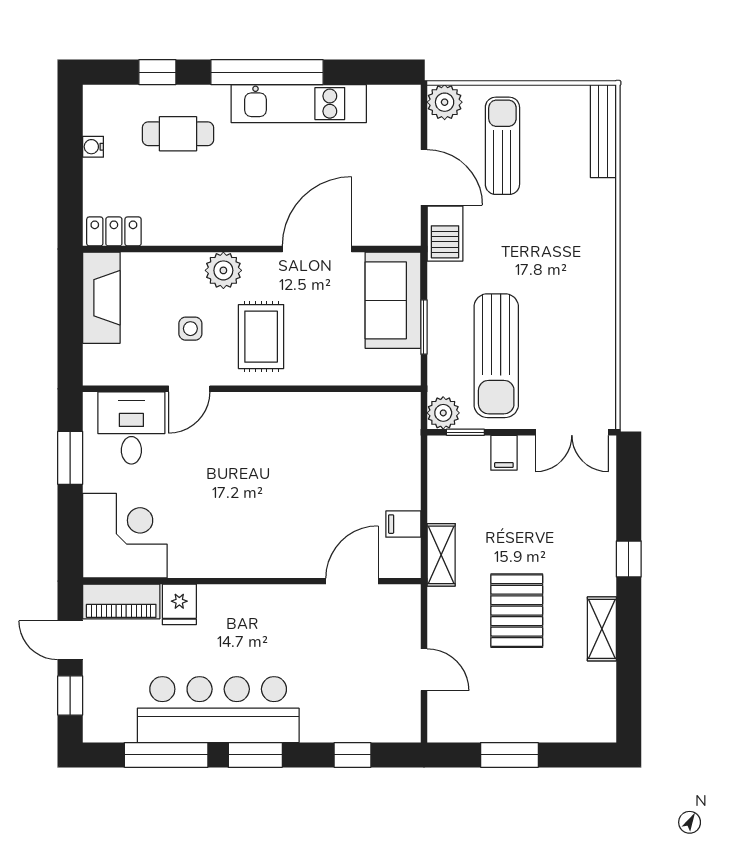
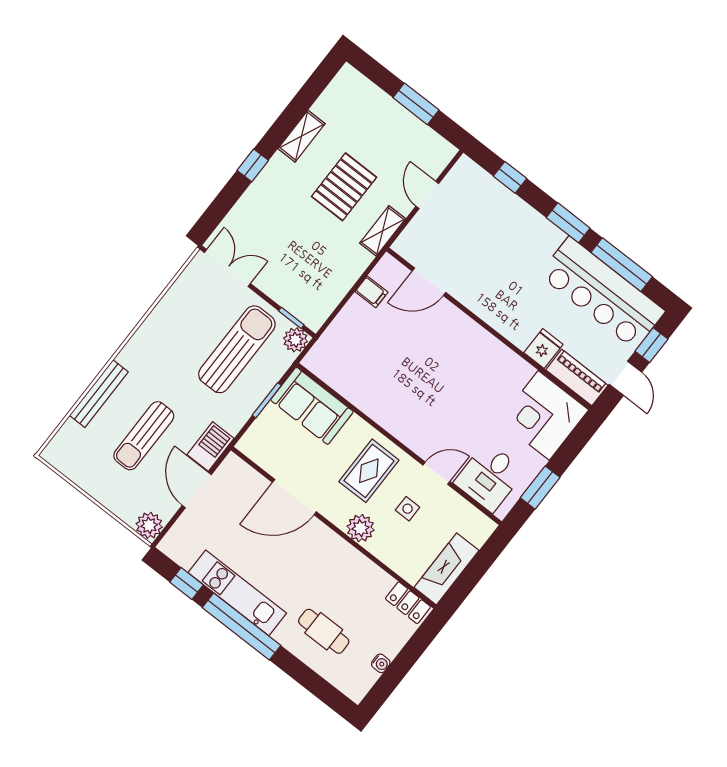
window: (157, 72) -> (186, 583), moved
bench: (603, 131) -> (99, 394), moved
sun lounger: (502, 146) -> (144, 436), moved
sofa: (393, 300) -> (312, 406), moved, turned 90
filing cabinet: (504, 453) -> (278, 287), removed
shelving: (441, 555) -> (383, 231), moved
bar counter: (218, 710) -> (602, 293), moved

